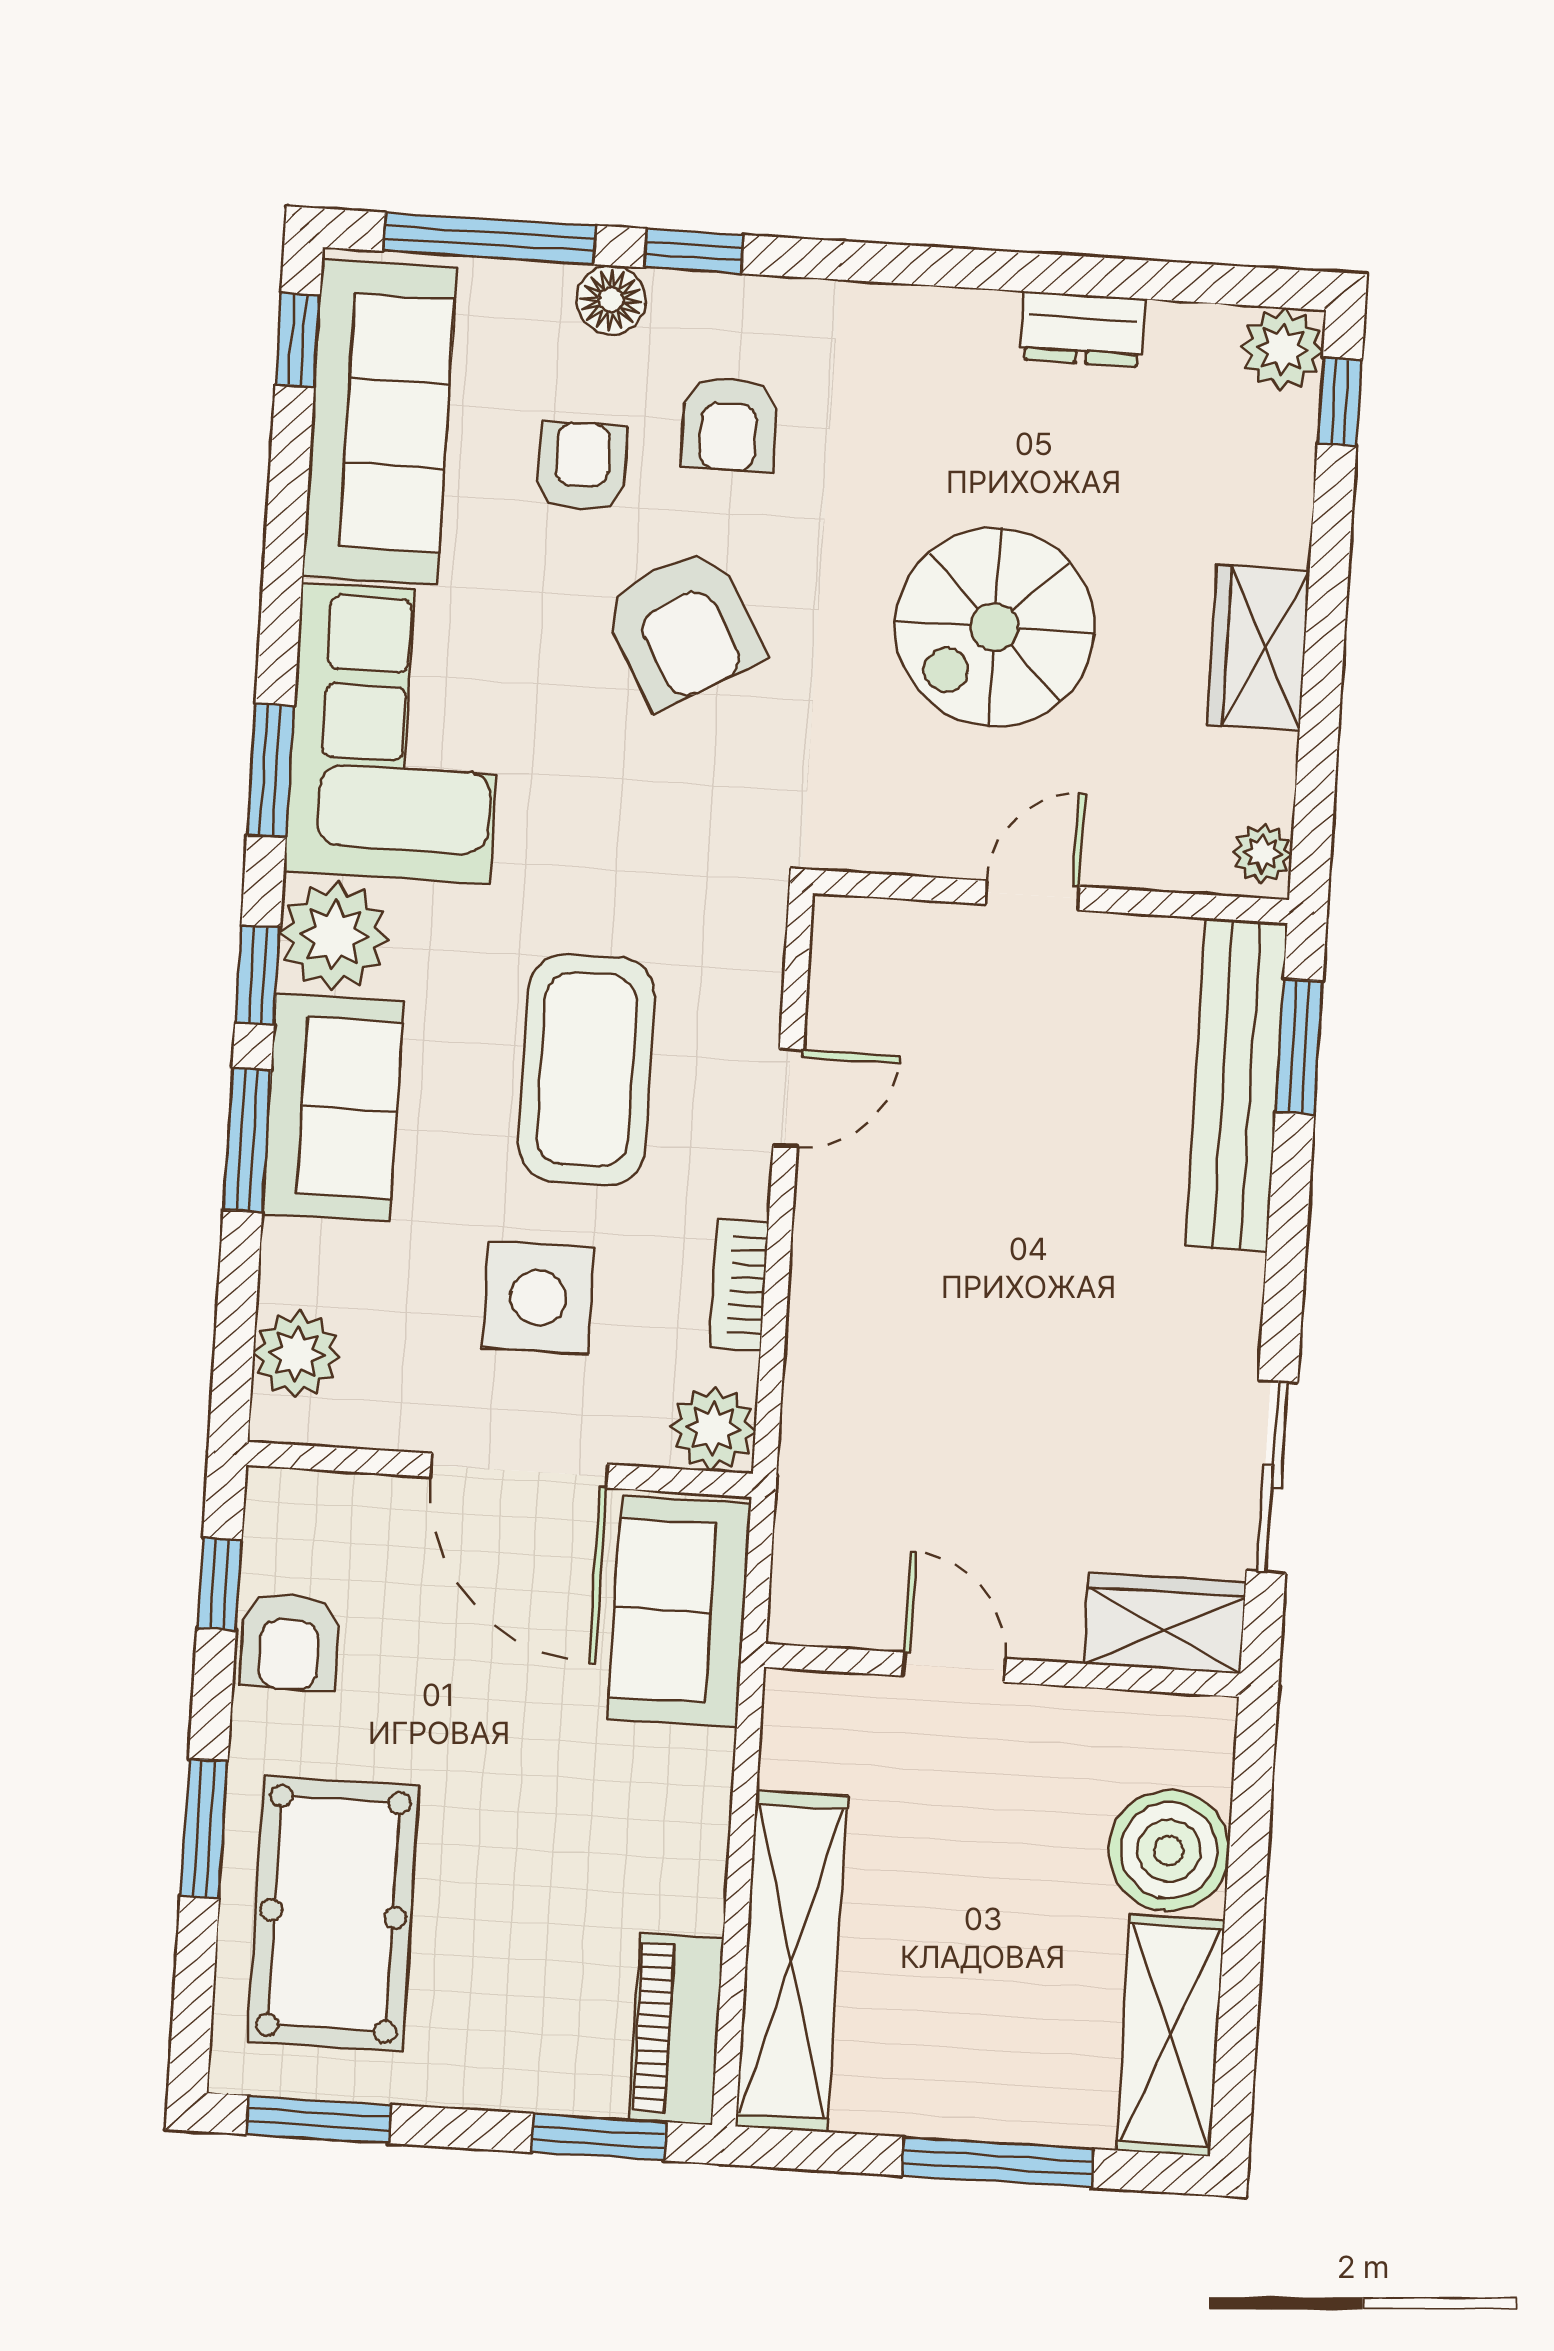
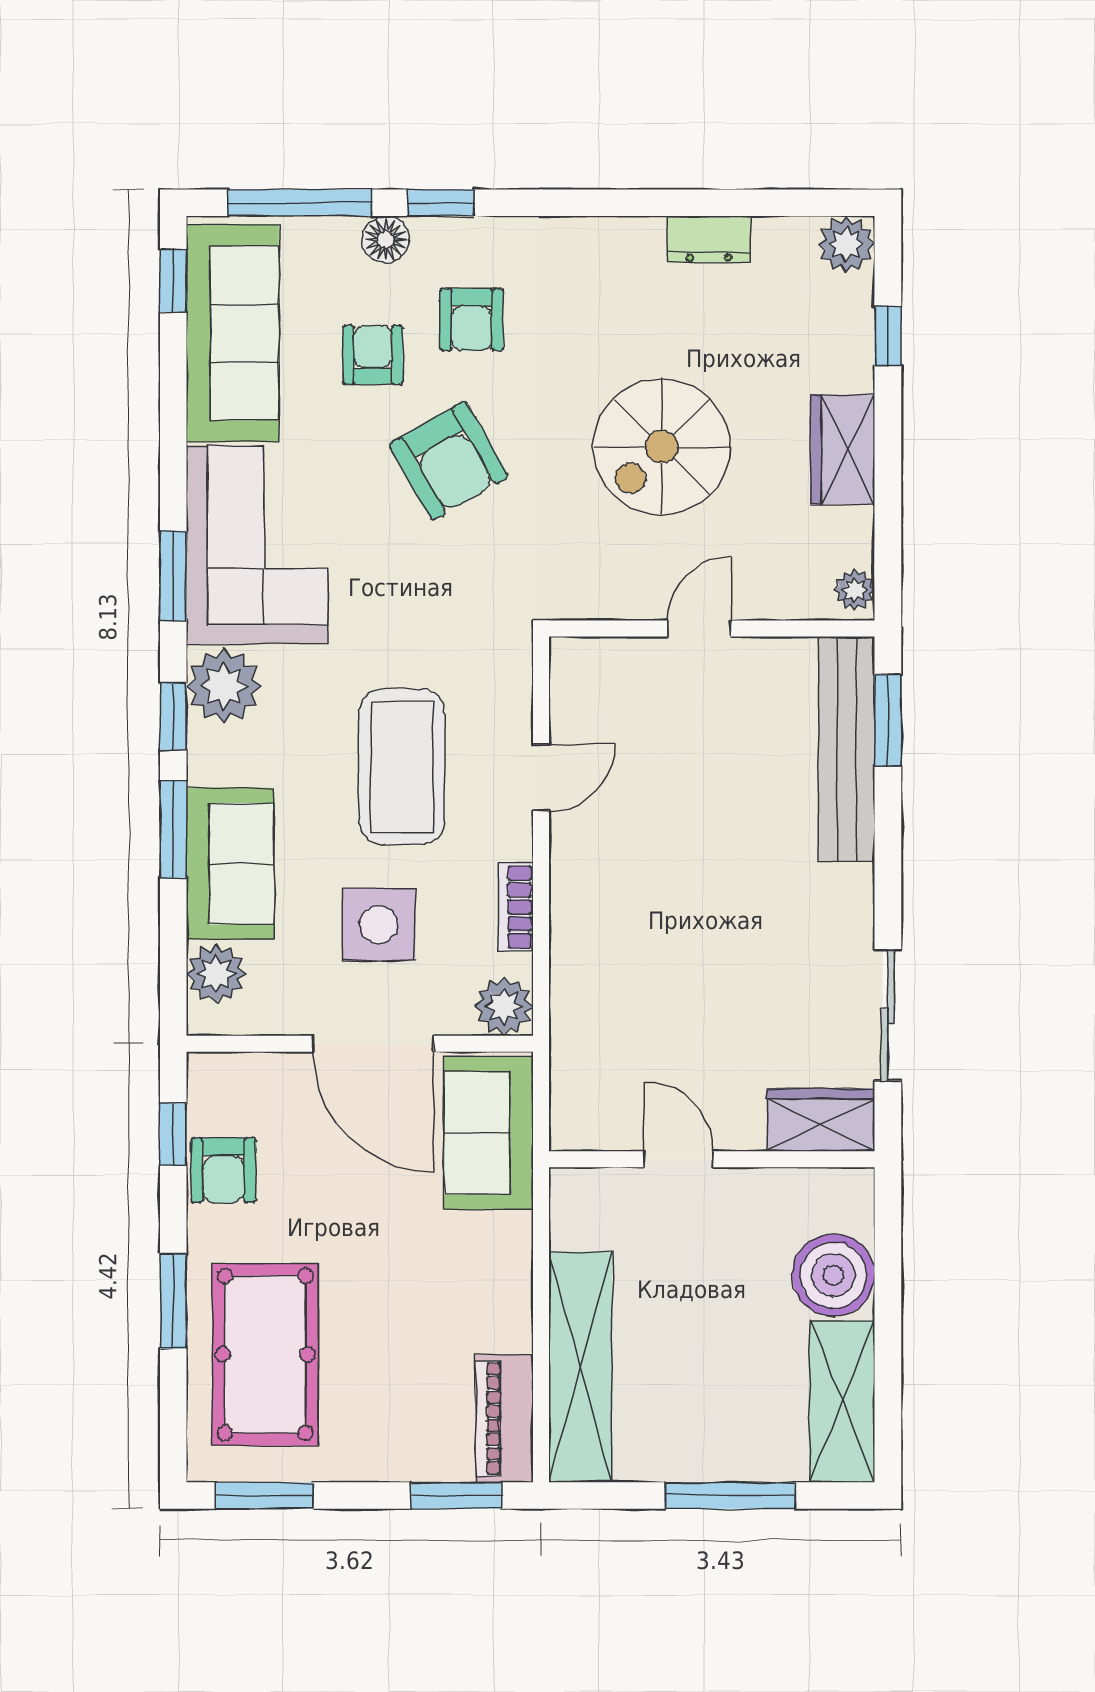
window: (1340, 402) -> (888, 336), moved
sofa: (333, 1107) -> (230, 864), moved

